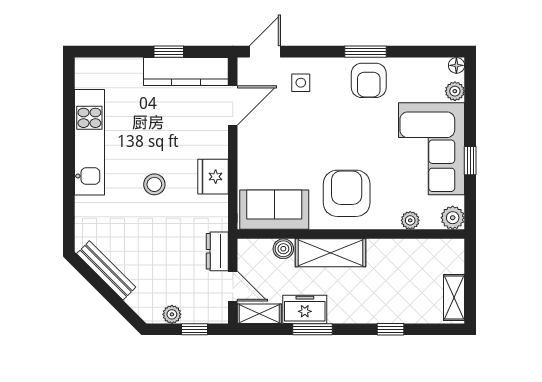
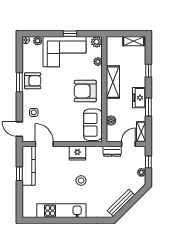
shelving: (330, 253) -> (113, 82), moved
freezer: (305, 309) -> (139, 98), moved

